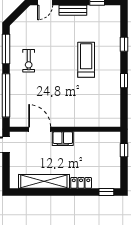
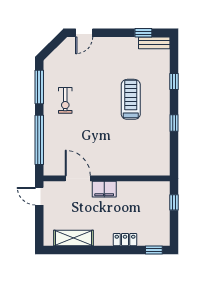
bench: (73, 10) -> (154, 43), moved
shelving: (44, 181) -> (74, 238), width x0.68

